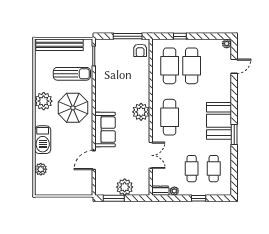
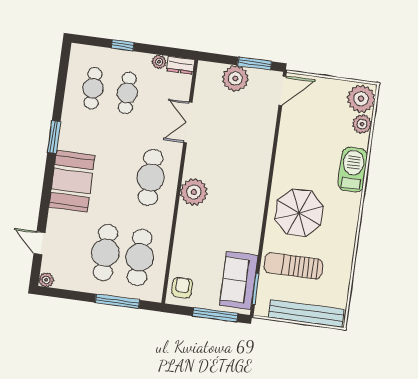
window: (128, 36) -> (215, 315), moved
window: (180, 36) -> (117, 301), width x2.17
door: (234, 66) -> (39, 243), hinge flipped
plant: (44, 101) -> (361, 99), moved
booth: (219, 121) -> (72, 181), moved
sofa: (105, 130) -> (239, 280), moved
door: (94, 160) -> (282, 91), moved

